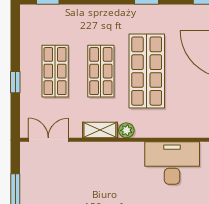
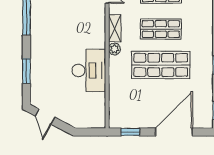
desk: (172, 163) -> (89, 70), moved

